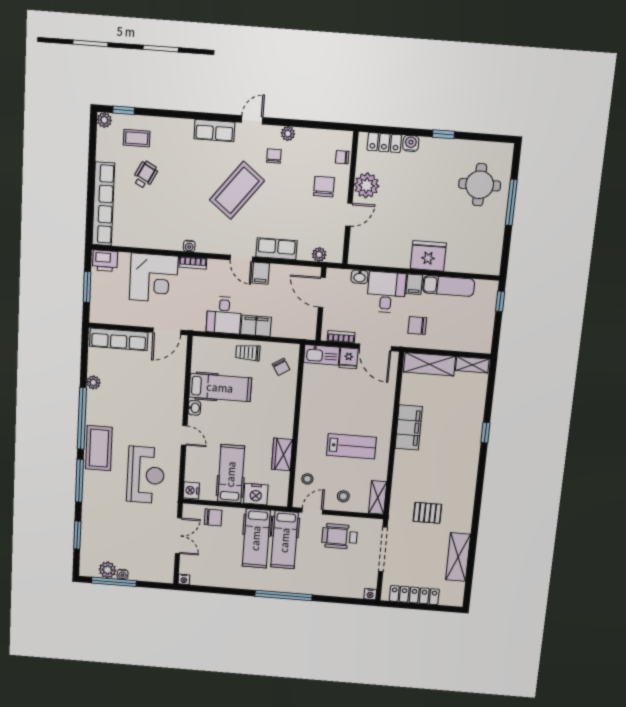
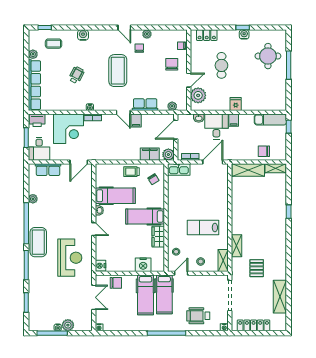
plant: (104, 120) -> (33, 54), moved
door: (252, 120) -> (124, 28), swing flipped
water cooler: (185, 127) -> (83, 35), added
row of seats: (214, 131) -> (101, 36), removed
water cooler: (411, 143) -> (244, 34), moved
wheelchair: (145, 175) -> (76, 75), moved
plant: (367, 185) -> (198, 95), moved
coffee table: (237, 190) -> (118, 71), turned -38
cafe table: (403, 194) -> (221, 65), added
fridge: (428, 256) -> (236, 104), width x0.53, depth x0.75
exam couch: (449, 286) -> (270, 120), moved
door: (322, 292) -> (176, 130), hinge flipped
desk: (224, 315) -> (39, 149), moved
filing cabinet: (256, 326) -> (150, 154), moved
chair: (417, 326) -> (264, 151), moved
plant: (307, 330) -> (168, 155), added
row of seats: (119, 339) -> (48, 170), width x0.68
door: (375, 347) -> (213, 162), swing flipped
fridge: (349, 358) -> (196, 170), removed
filing cabinet: (409, 427) -> (239, 212), removed
lab bench: (351, 446) -> (203, 228), turned 180
hospital bed: (231, 474) -> (145, 216), moved, turned -90
shelving: (400, 477) -> (236, 246), added
pallet: (427, 513) -> (257, 268), turned 90
wheelchair: (340, 536) -> (198, 316), moved
plant: (108, 570) -> (68, 325), moved

